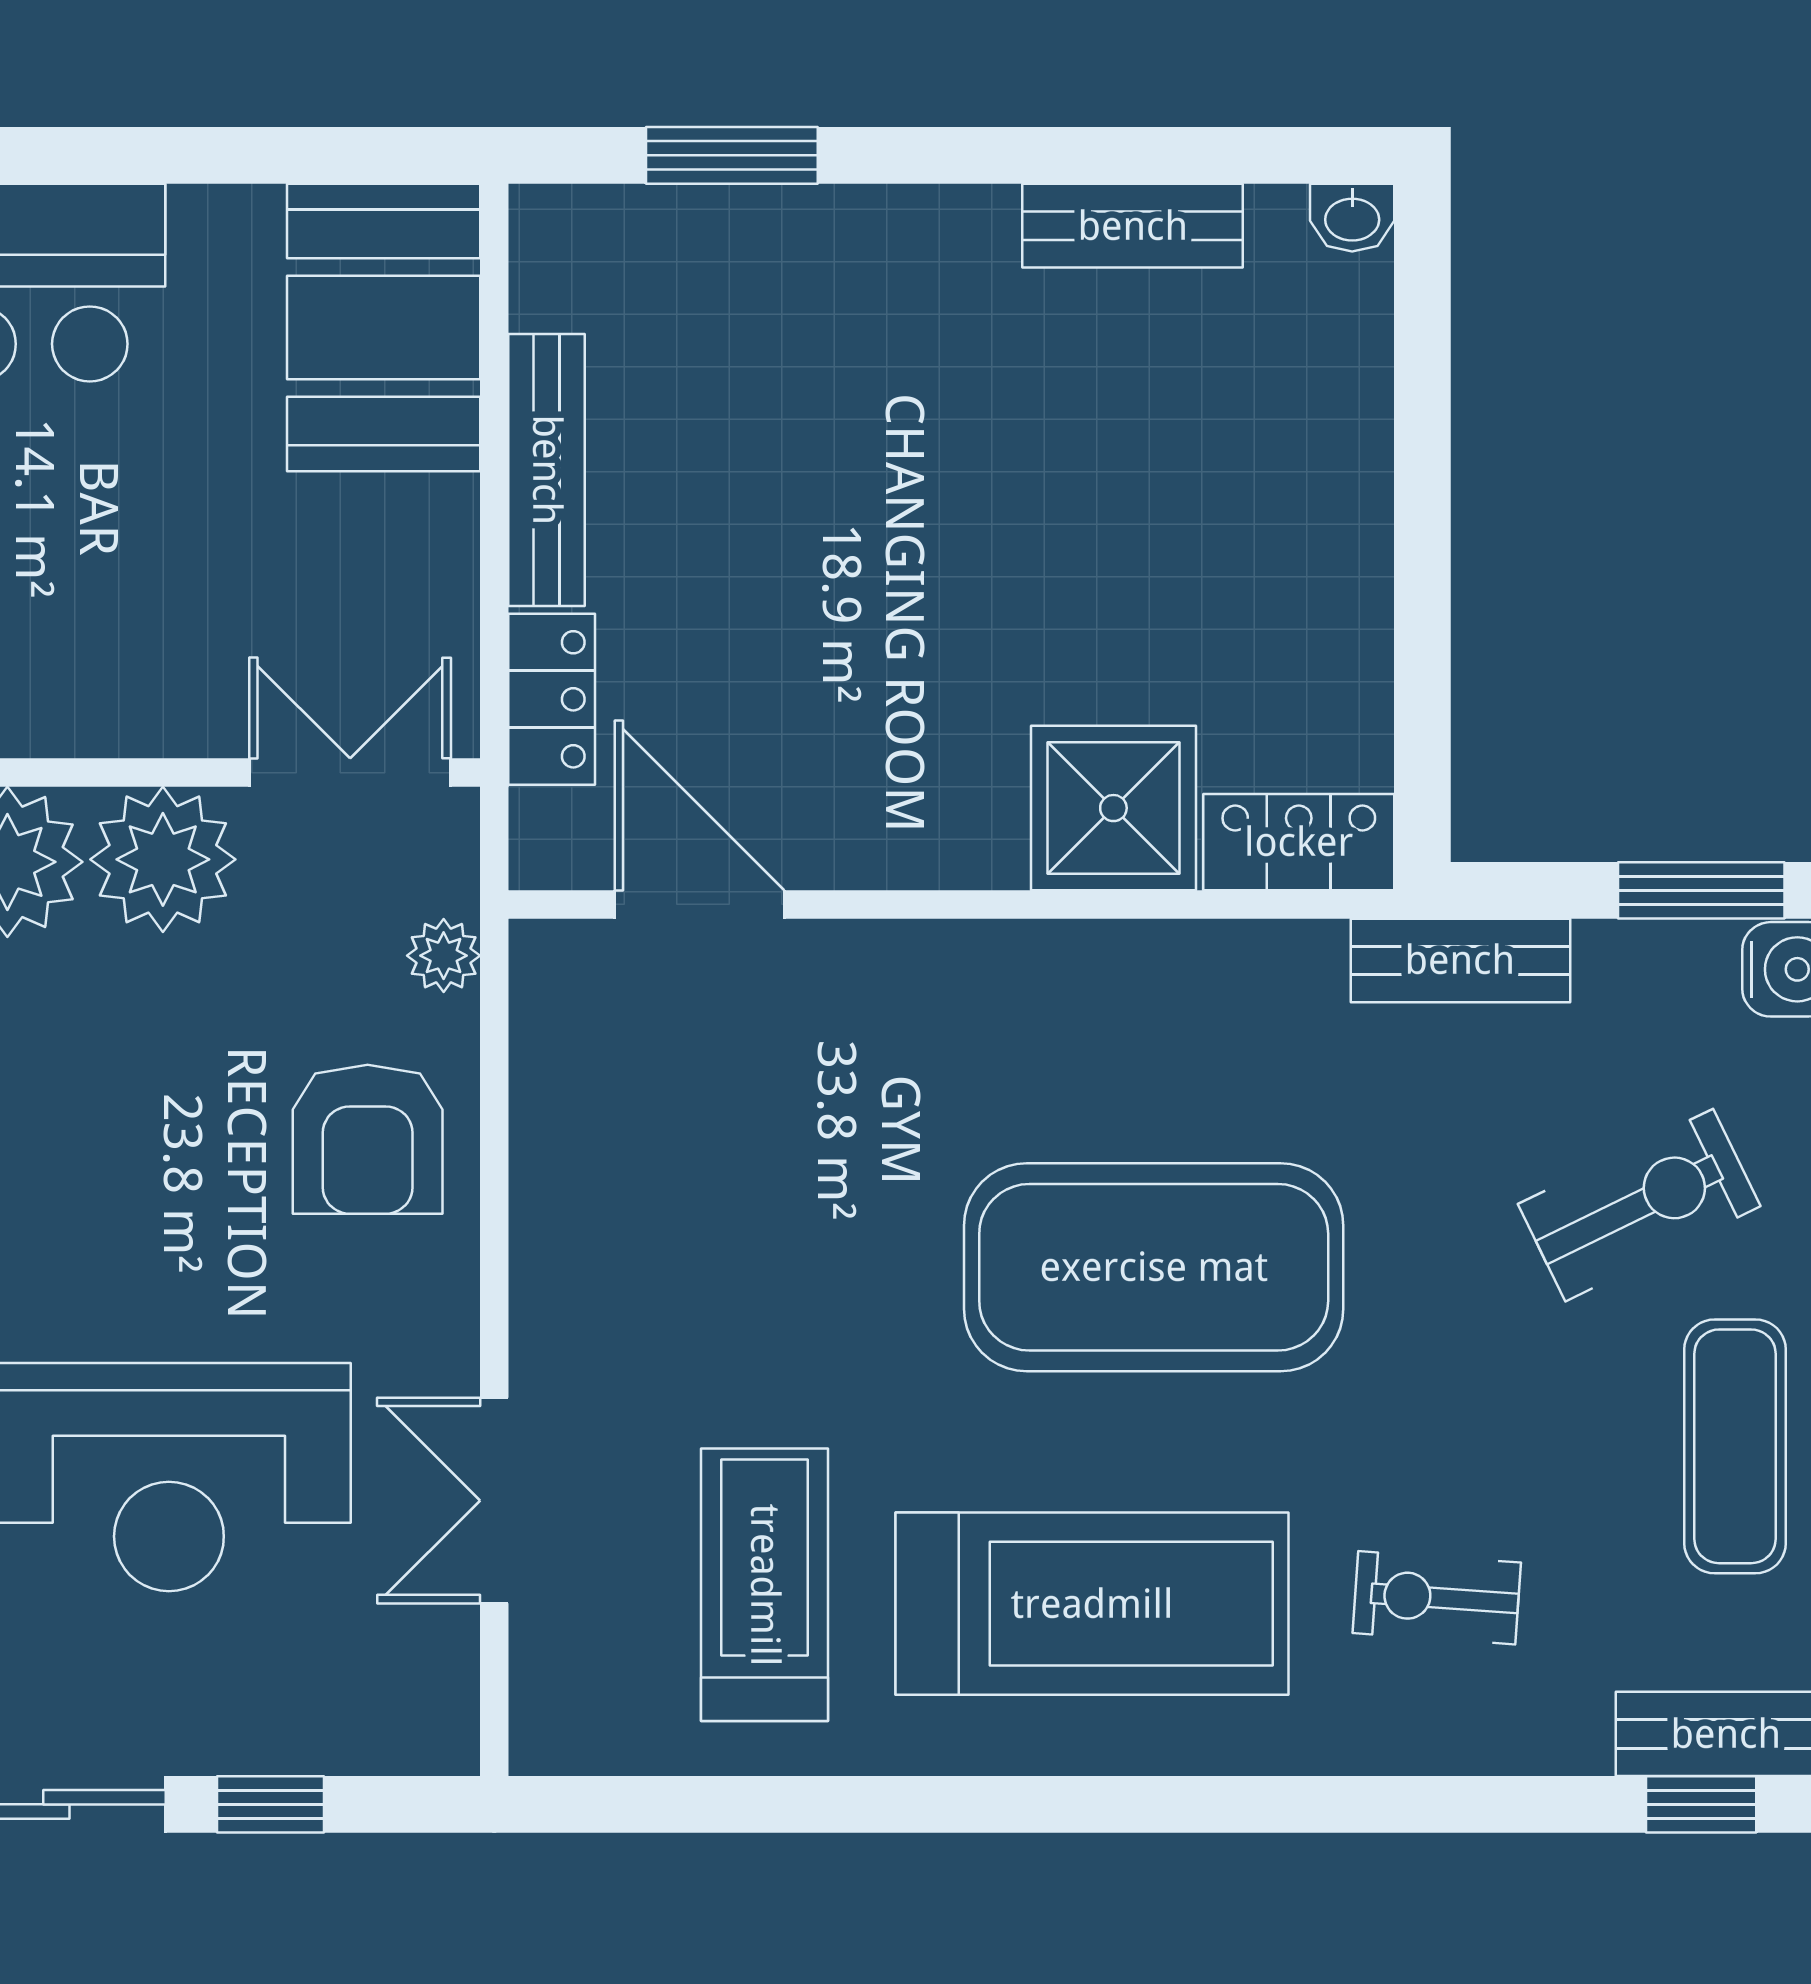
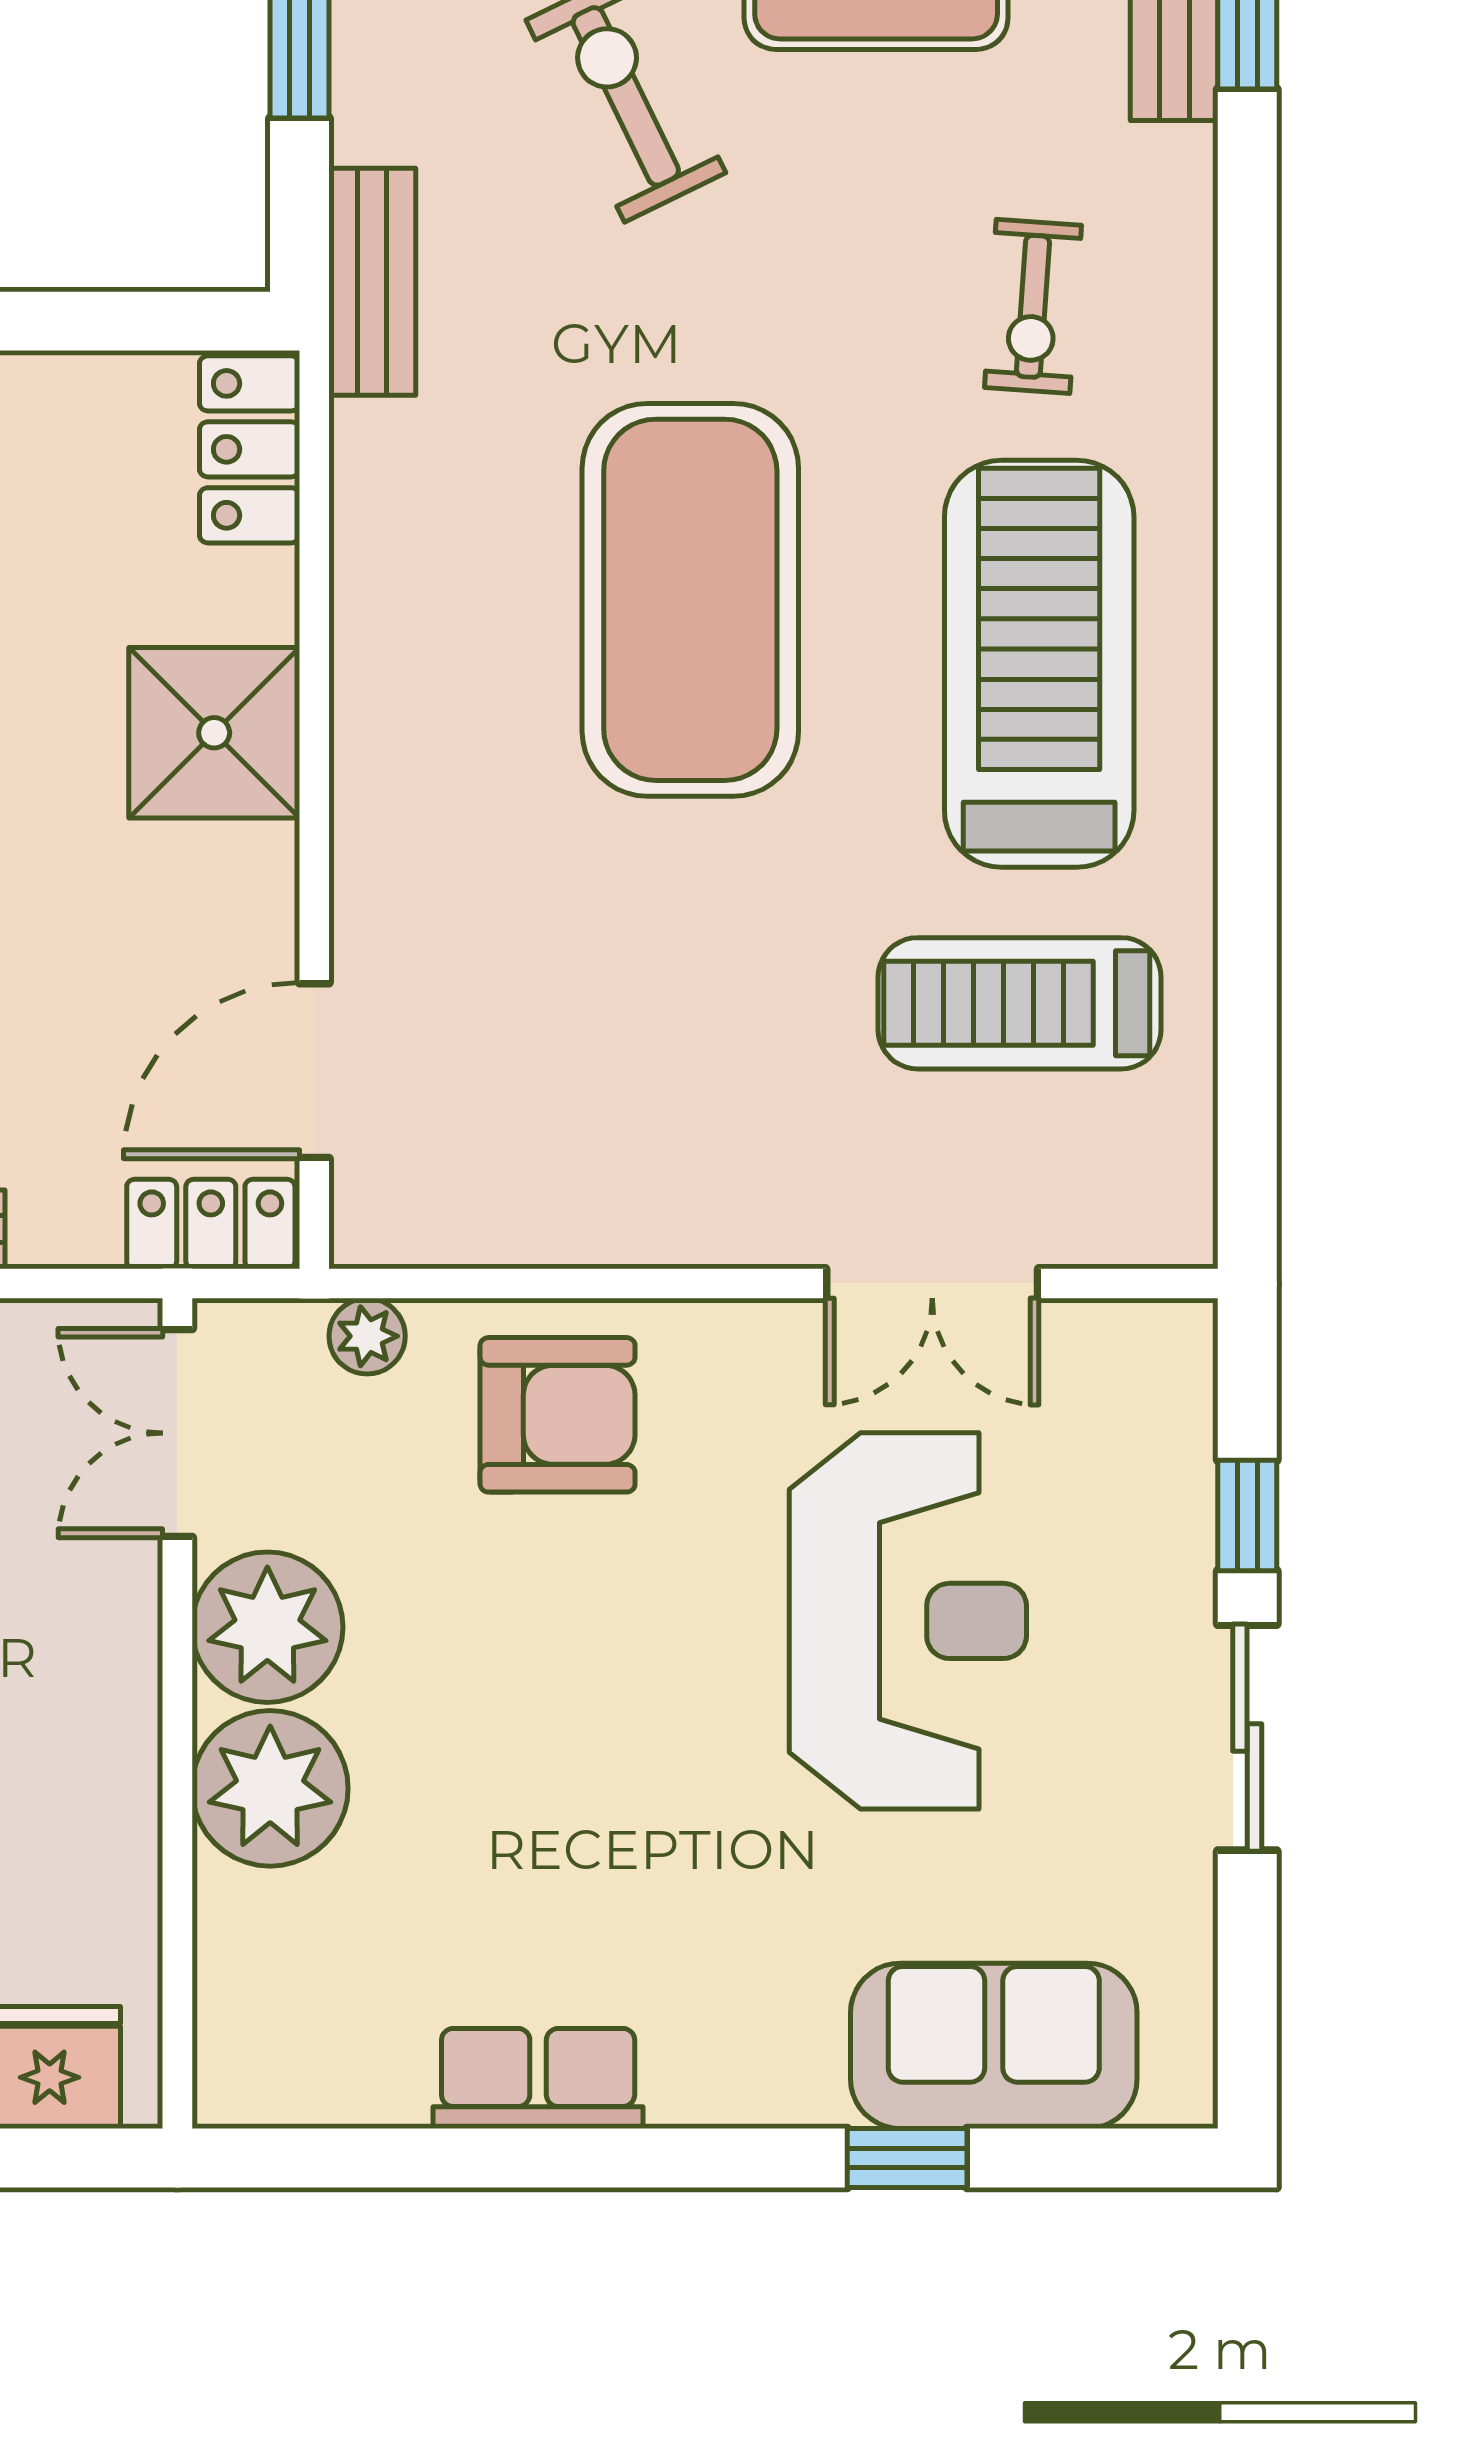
locker: (552, 699) -> (211, 1224), moved
shower: (1113, 808) -> (214, 733), moved

